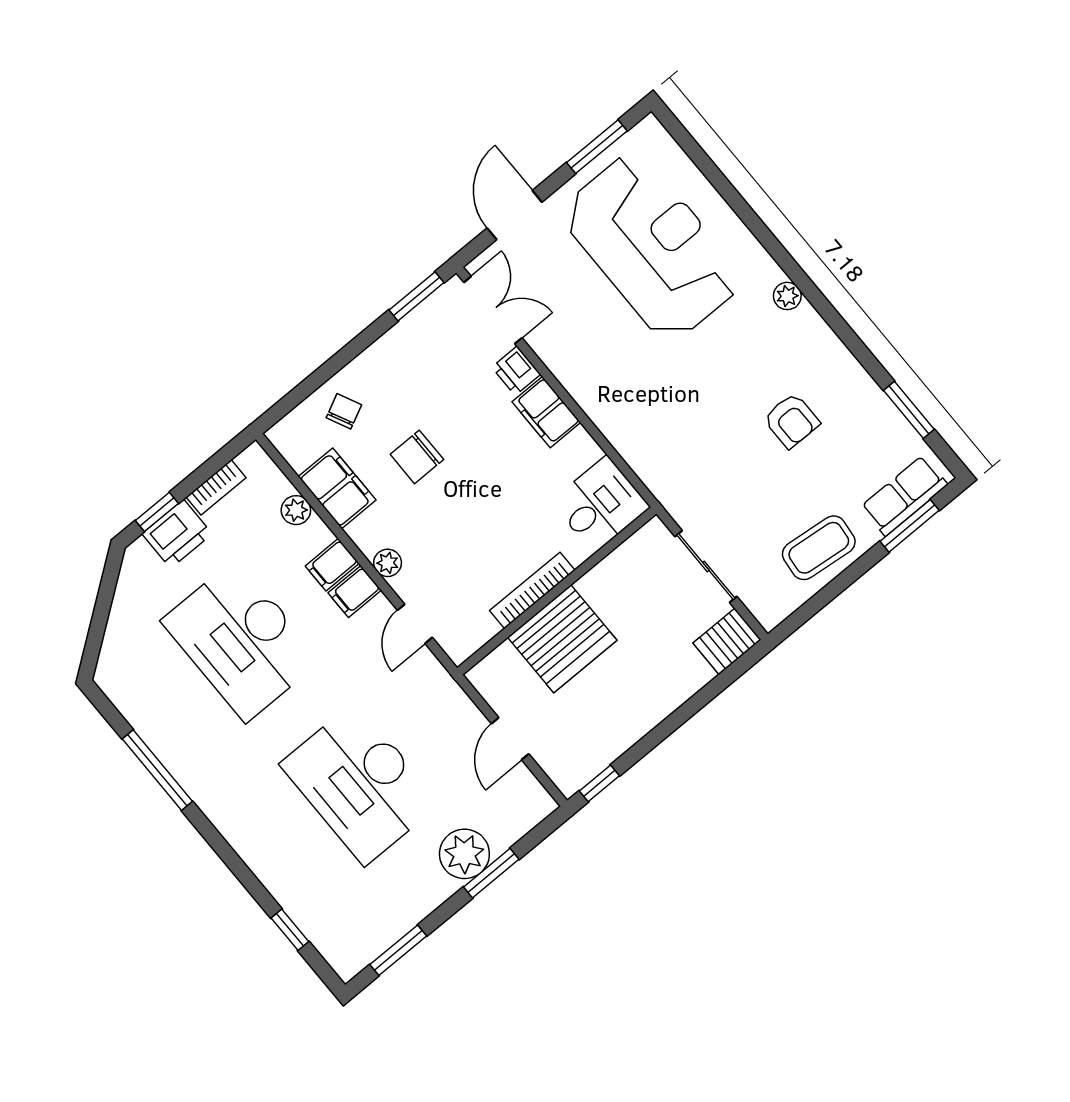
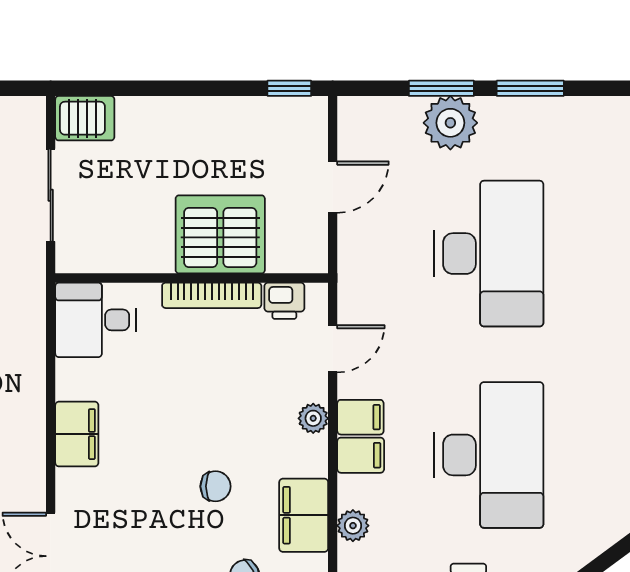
printer: (516, 371) -> (284, 301), moved, turned 90
chair: (417, 457) -> (215, 486), width x0.73, depth x0.73
window: (398, 950) -> (530, 88), moved

